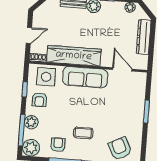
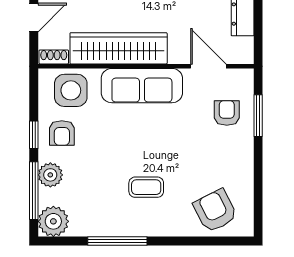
window: (25, 89) -> (34, 135), moved
window: (146, 112) -> (258, 116), moved
armchair: (58, 145) -> (227, 113), moved

